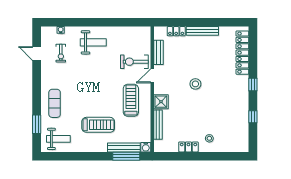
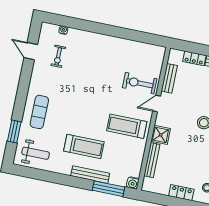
weight bench: (93, 42) -> (97, 52), removed
treadmill: (131, 100) -> (127, 126), turned -90
bench: (124, 147) -> (90, 175), moved

